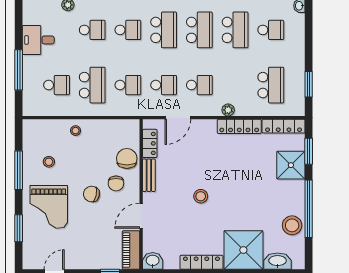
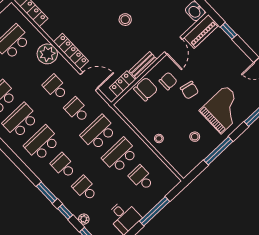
school desk: (128, 85) -> (98, 133), width x1.85
plant: (228, 110) -> (47, 54), width x1.88, depth x1.88
locker: (239, 126) -> (71, 51), moved
chair: (127, 158) -> (146, 89), turned 180
door: (141, 216) -> (173, 46), hinge flipped

